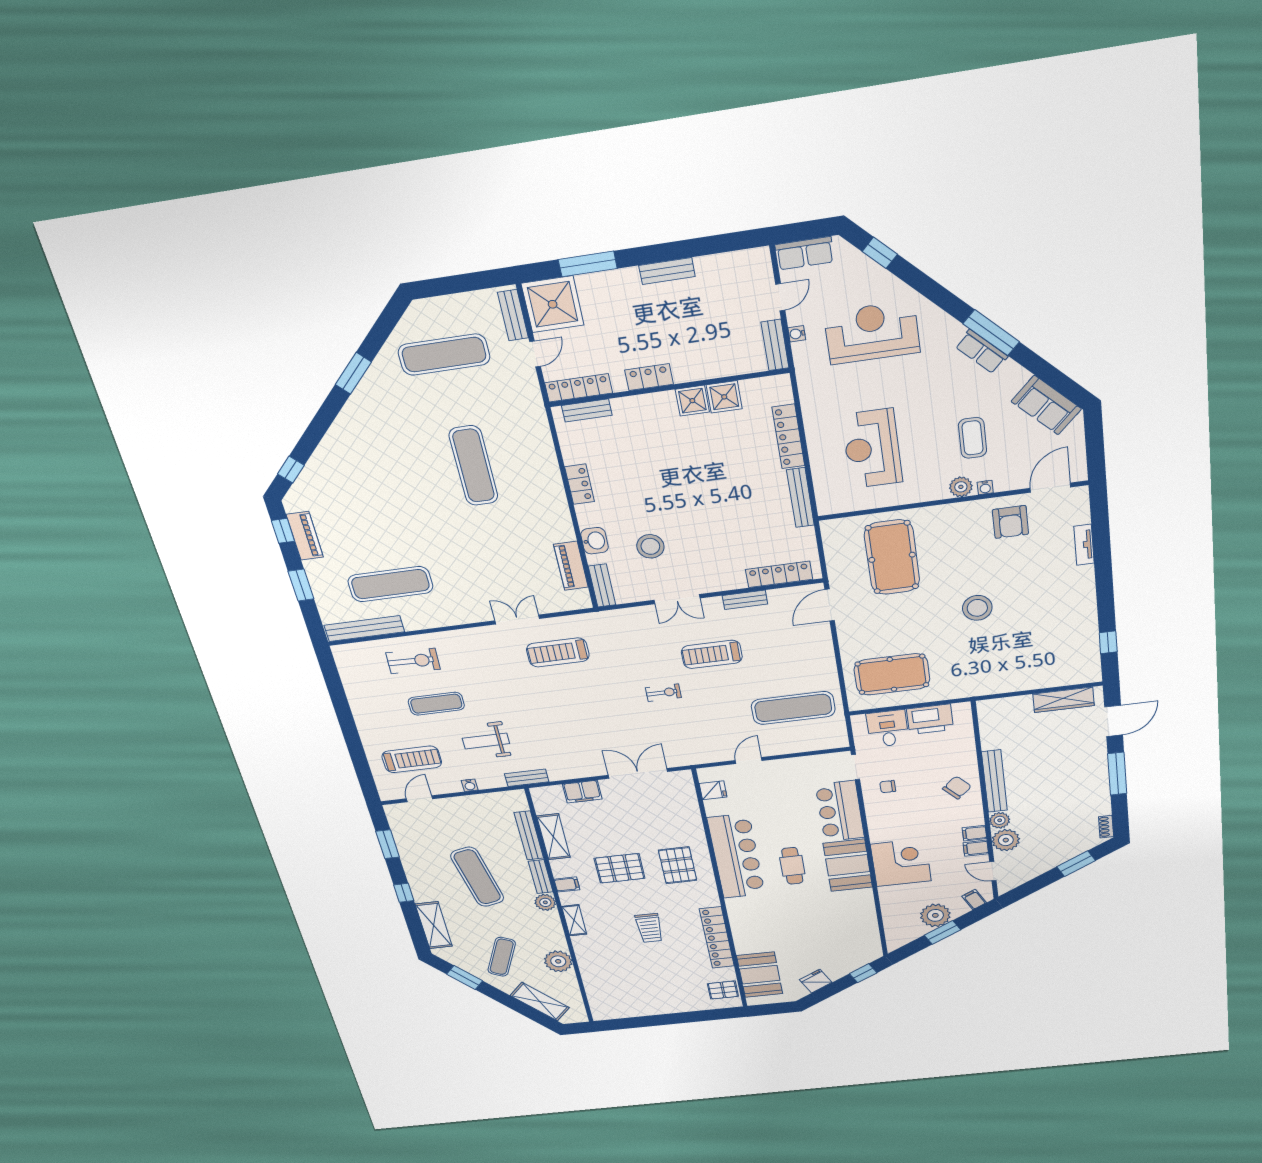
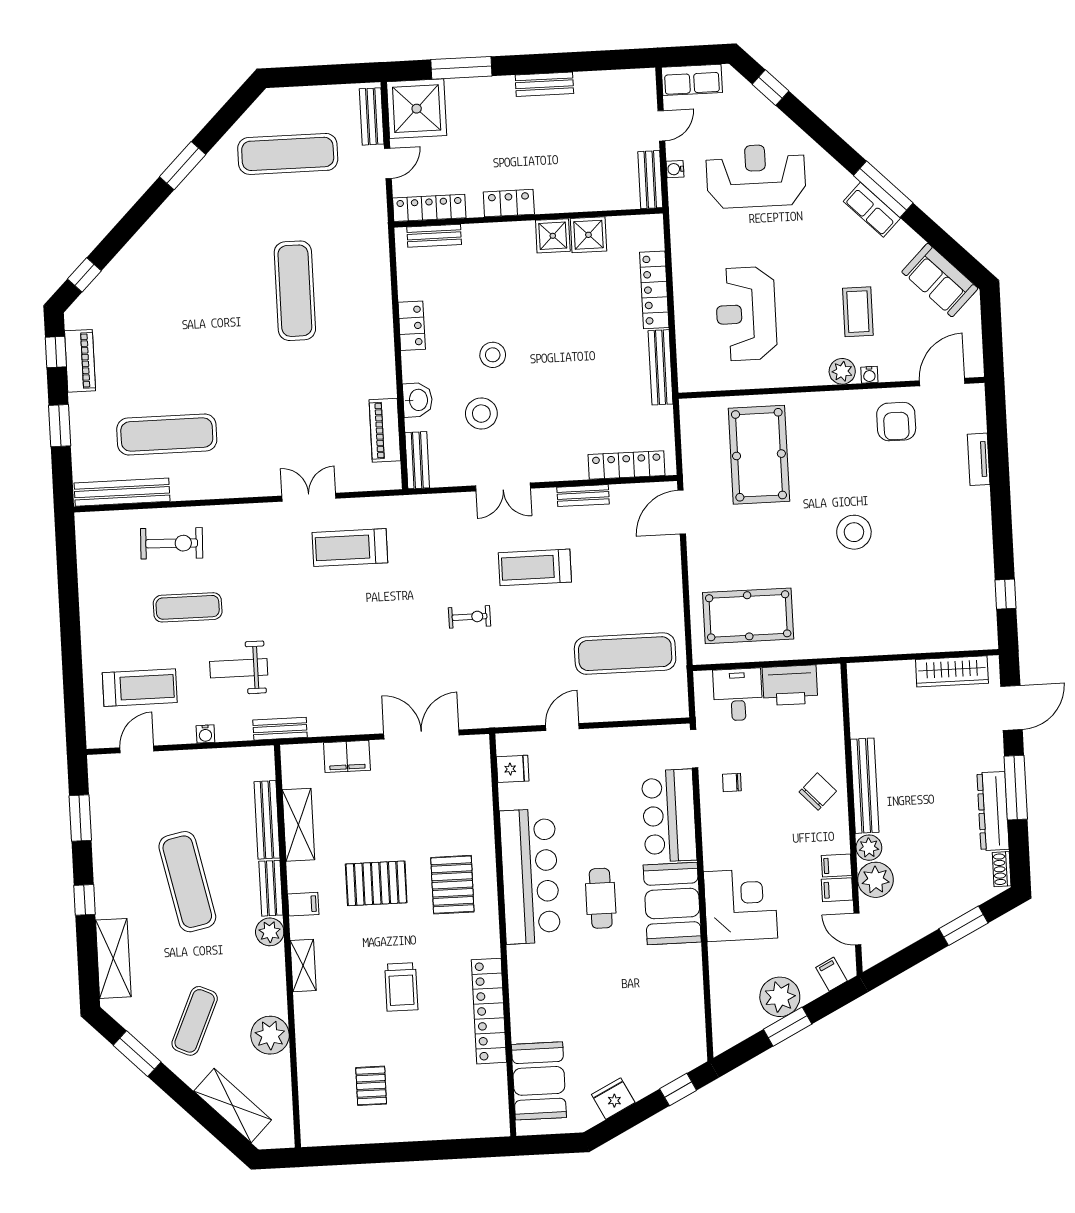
stool: (653, 501) -> (493, 355), added
dresser: (1099, 790) -> (993, 811), added
pallet: (723, 990) -> (371, 1086), moved, turned 90

